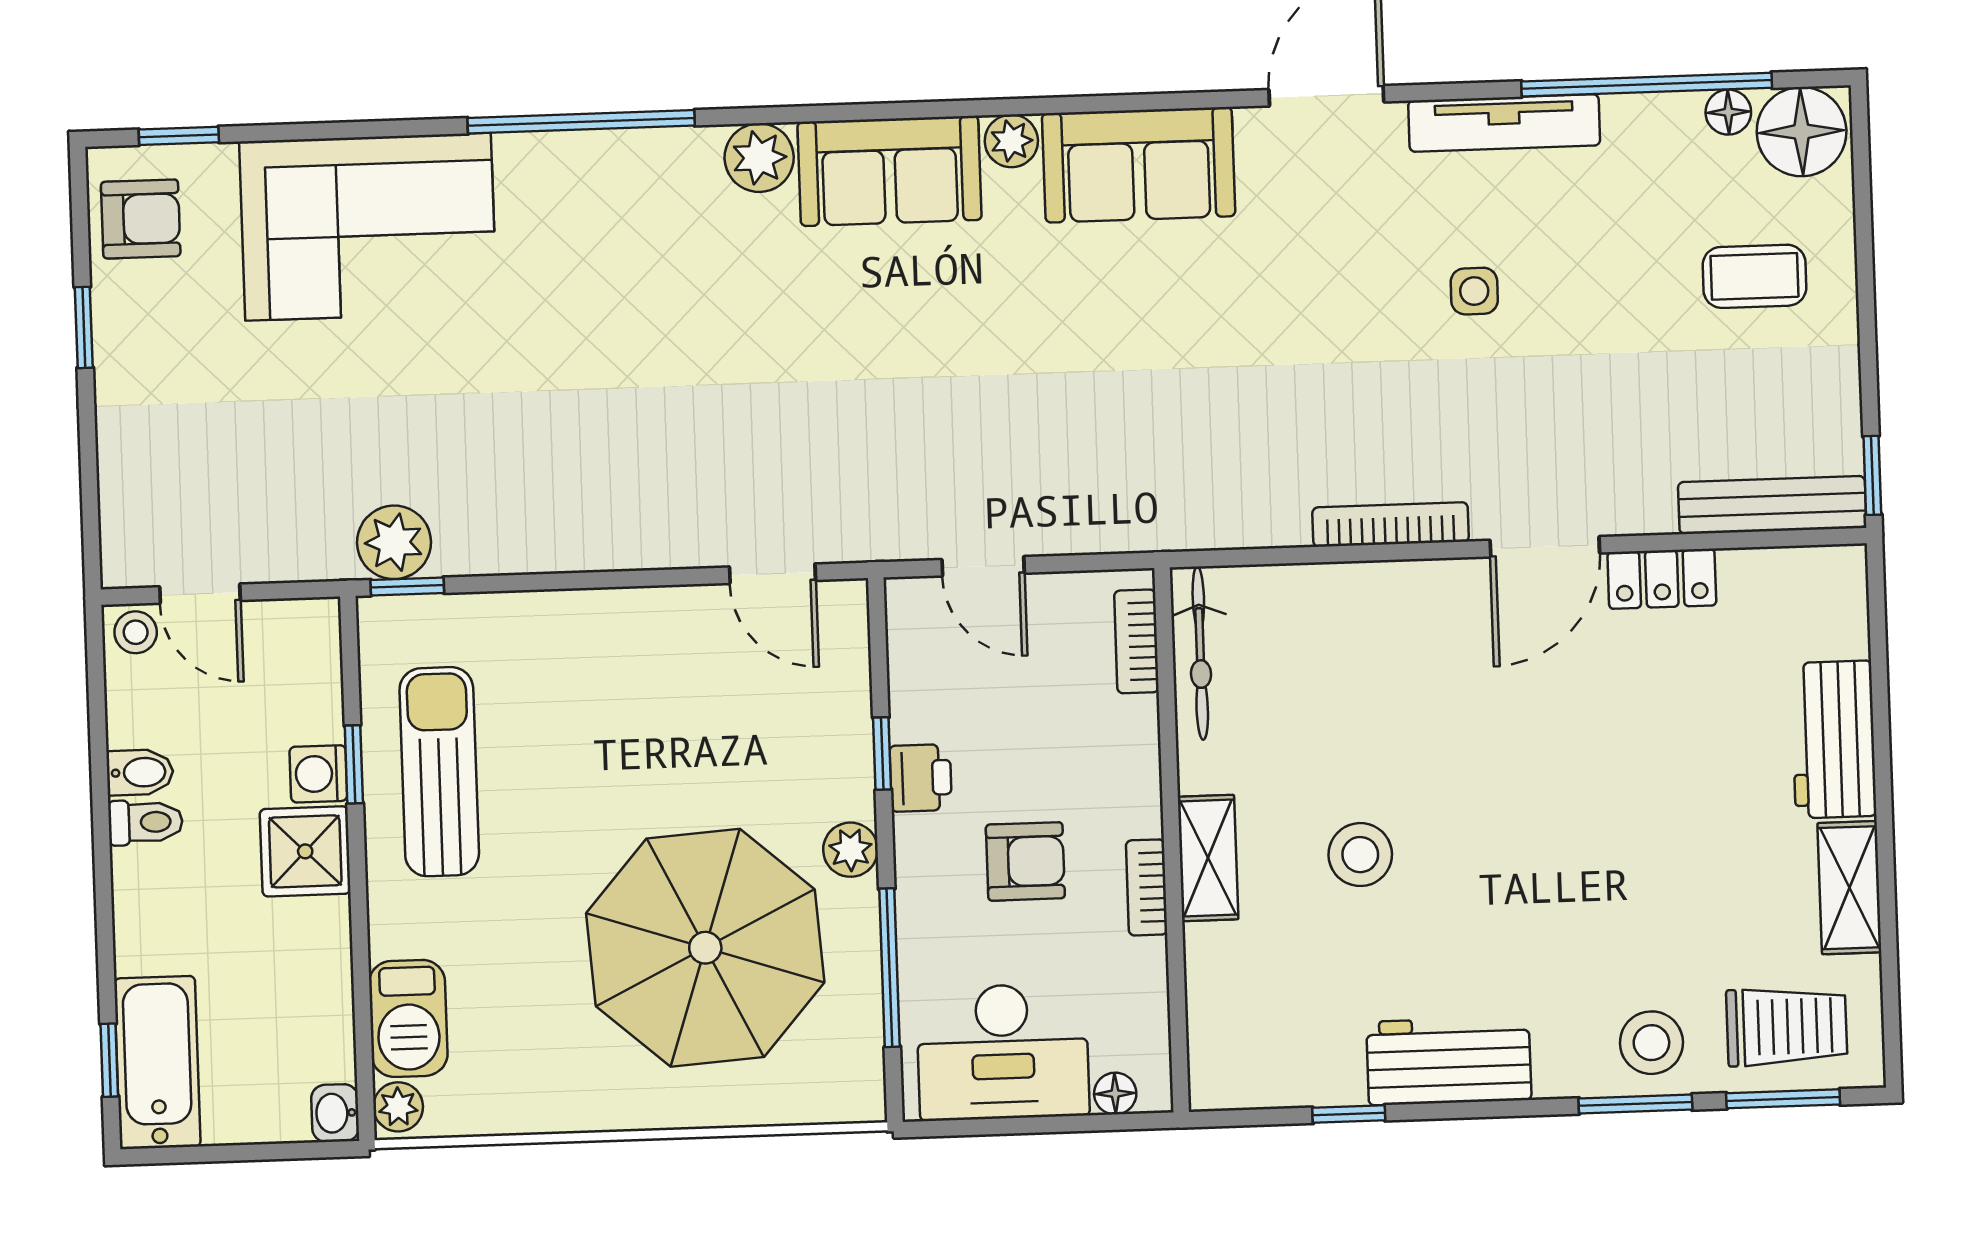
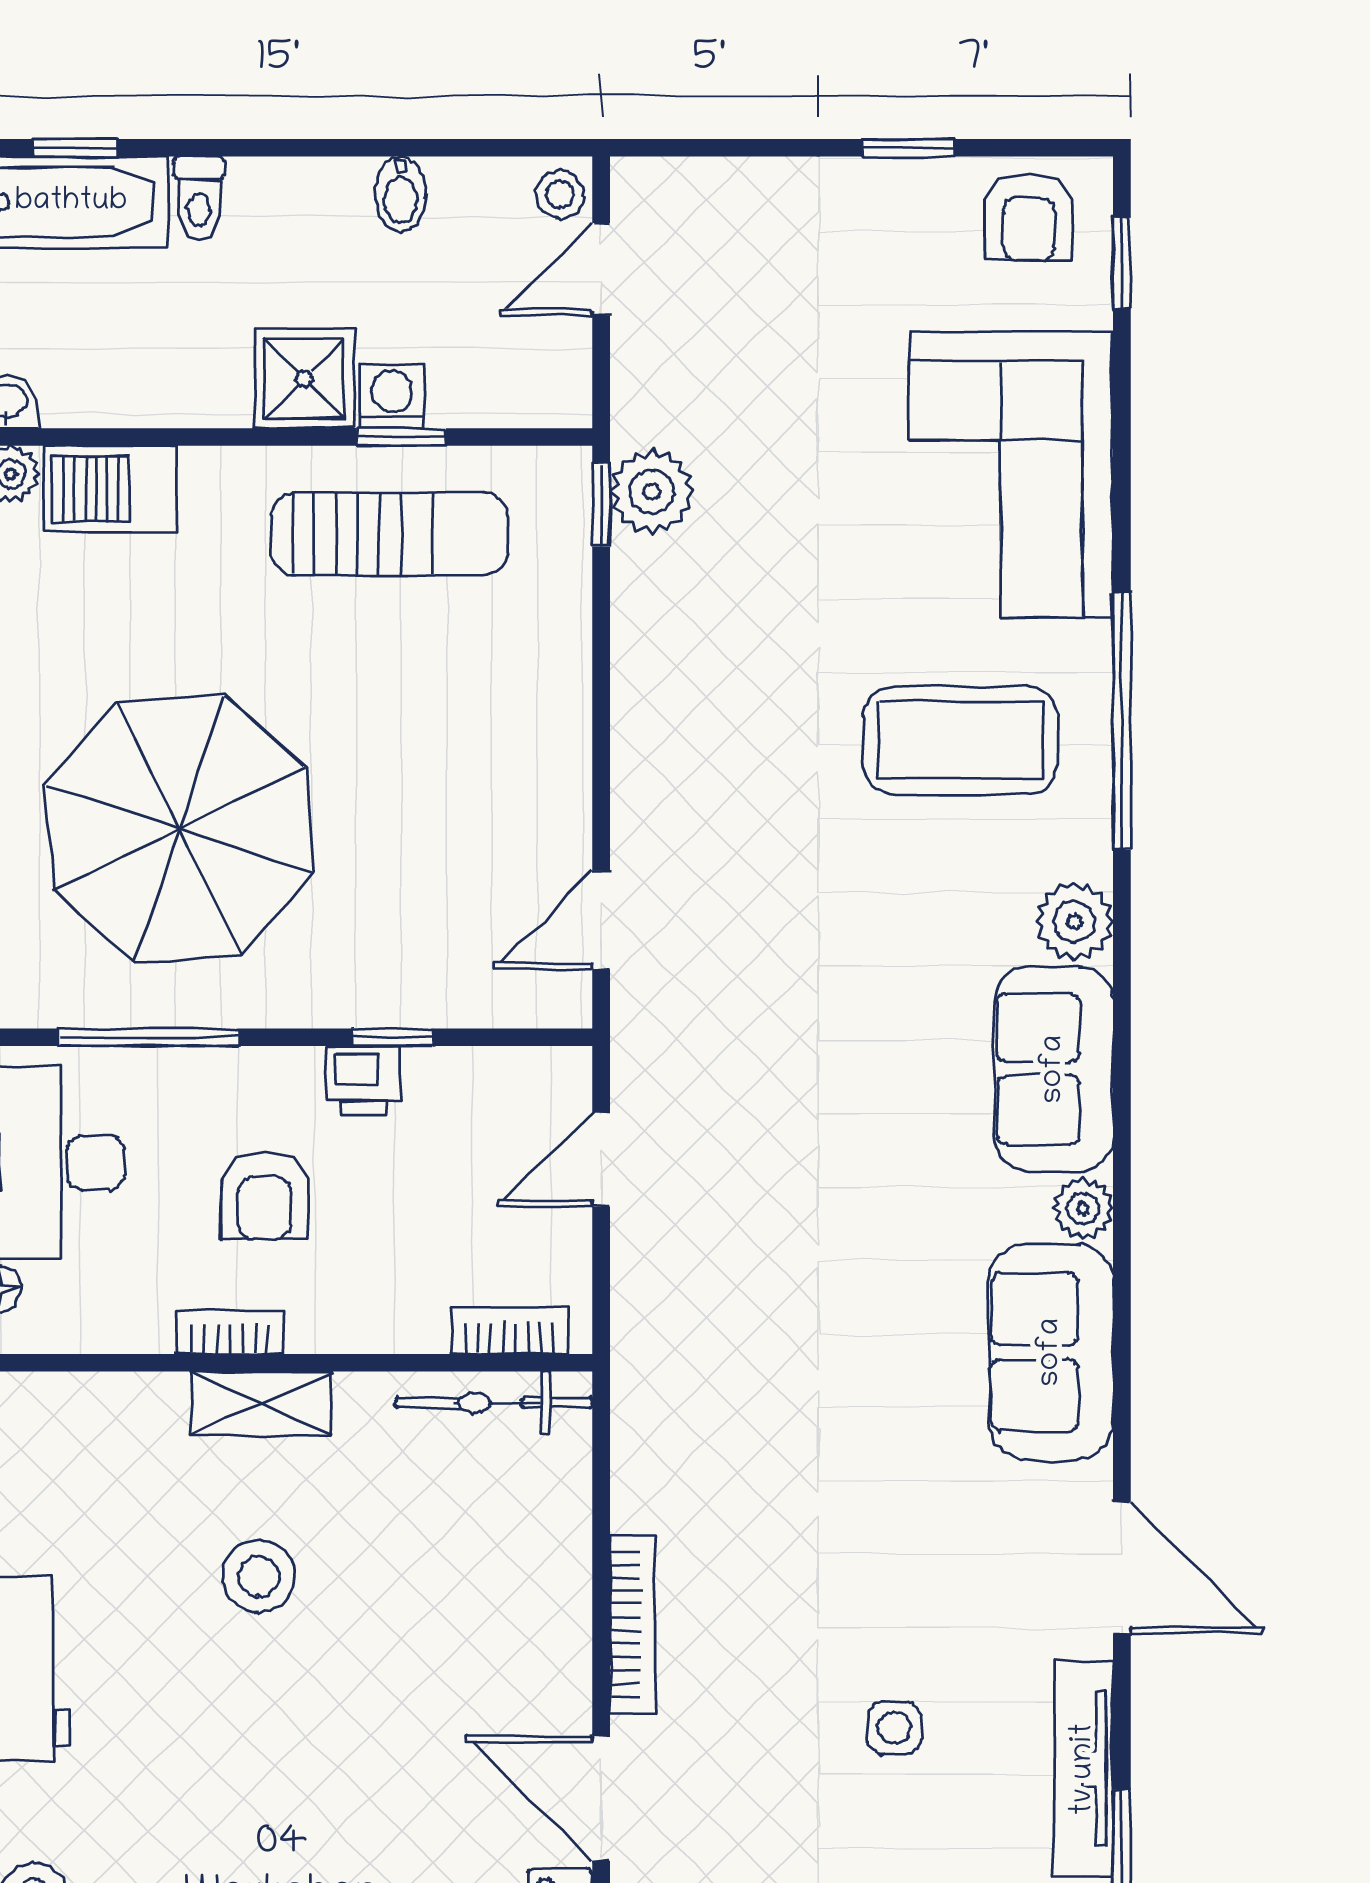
coffee table: (603, 263) -> (960, 740), added
toilet: (145, 822) -> (199, 198), moved
plant: (851, 850) -> (285, 998), removed

